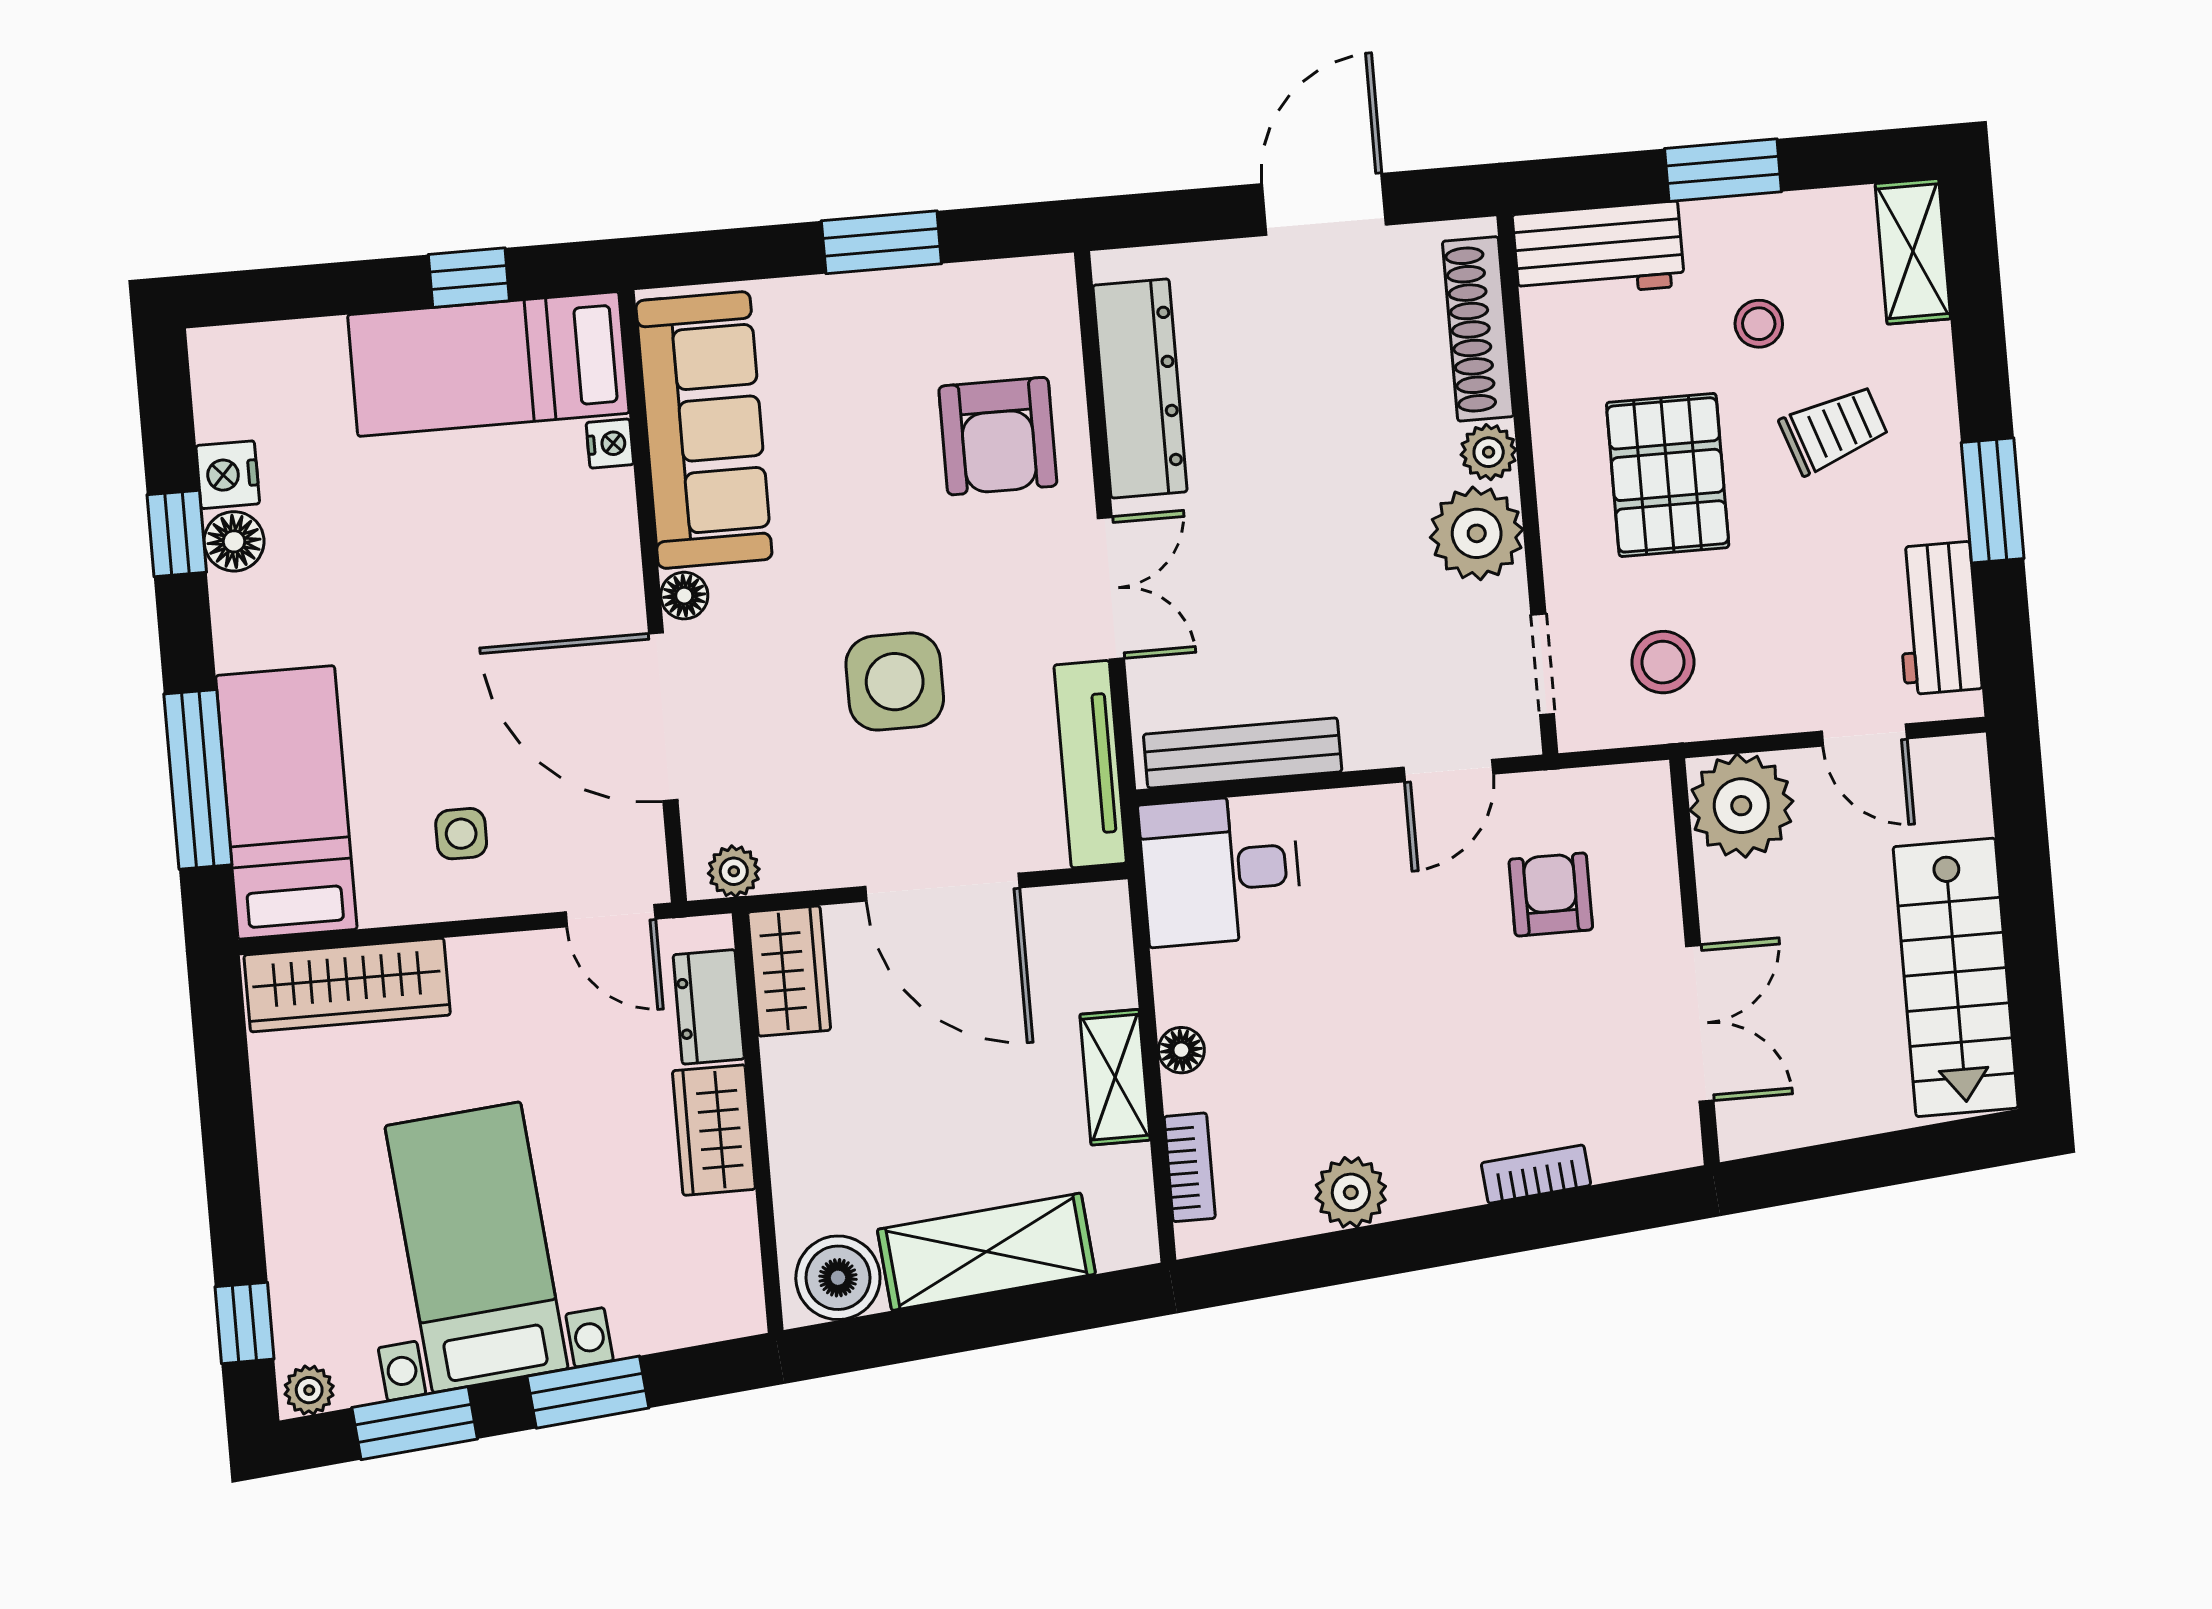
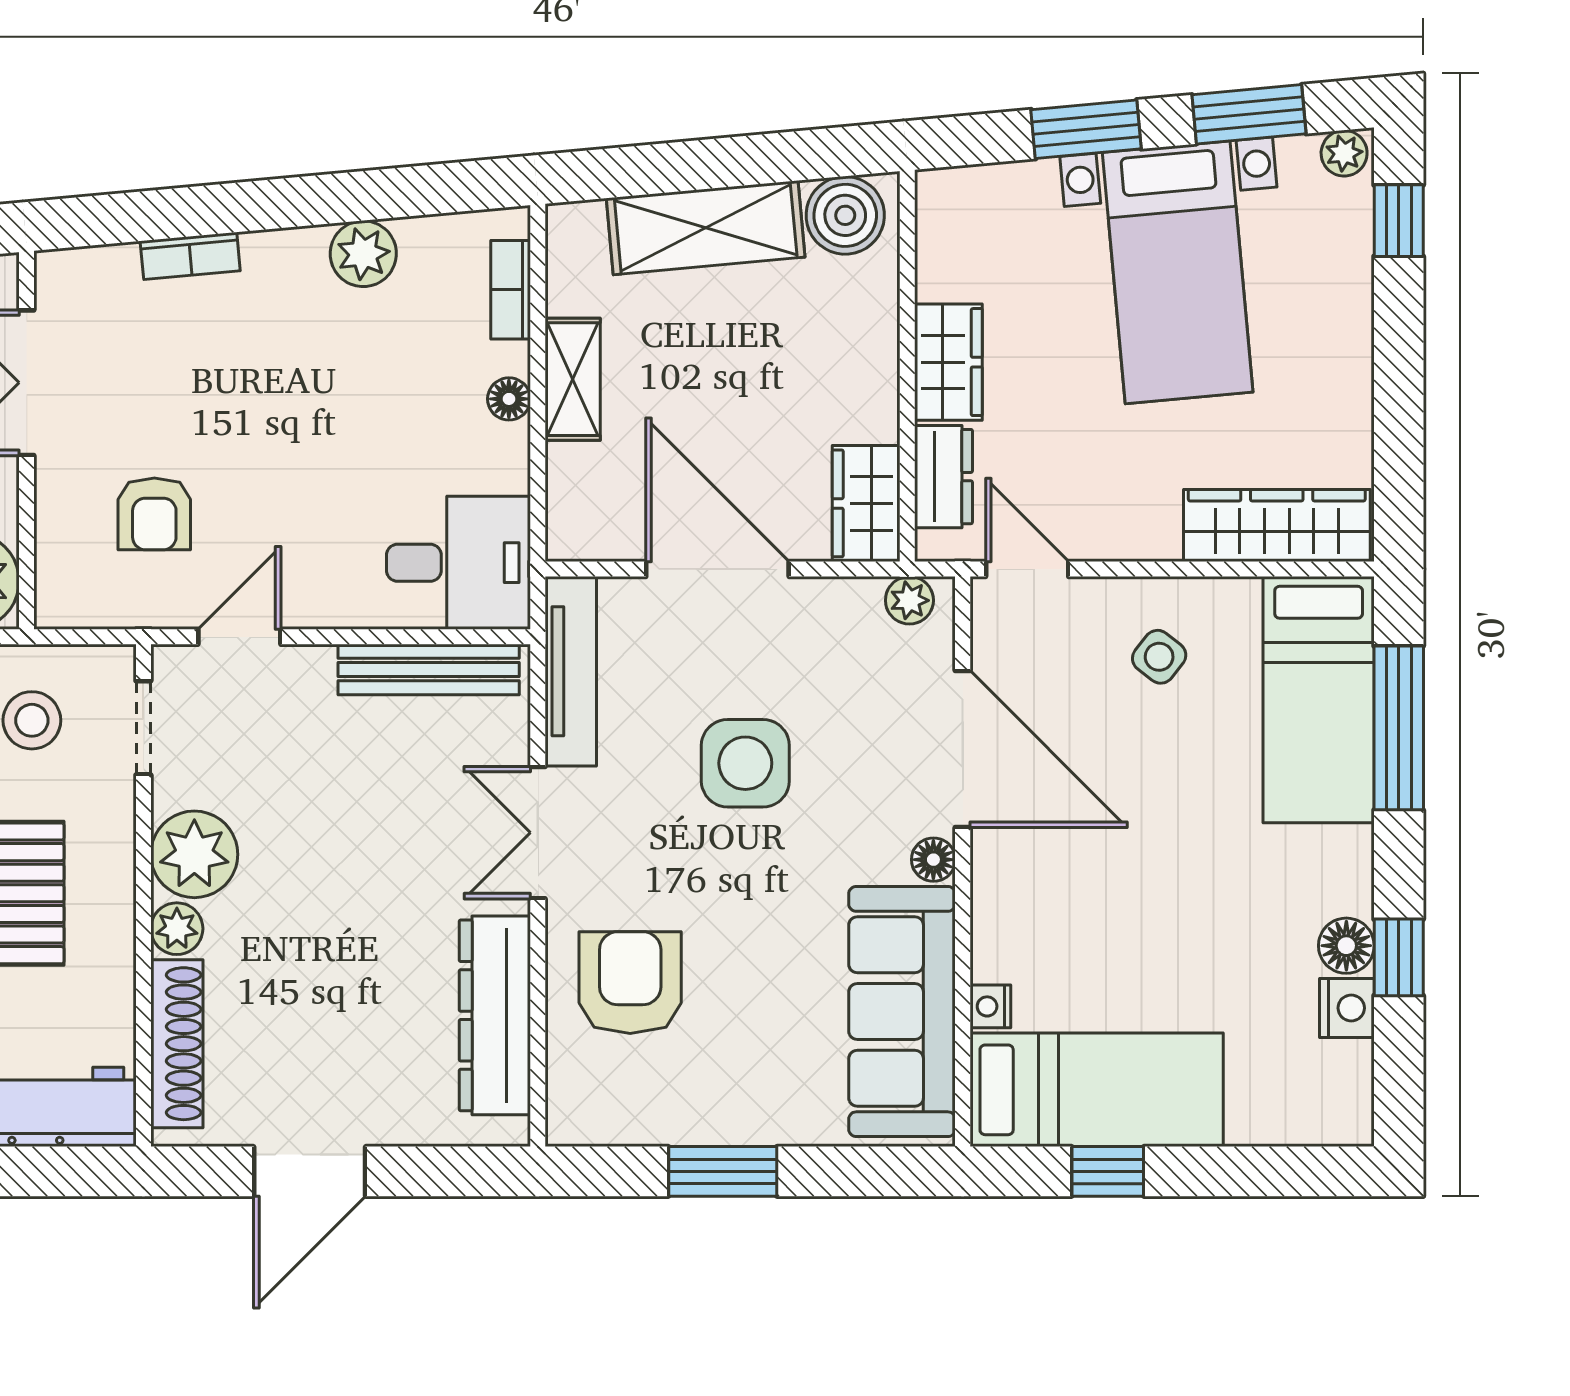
side table: (461, 834) -> (1159, 657), turned 38

